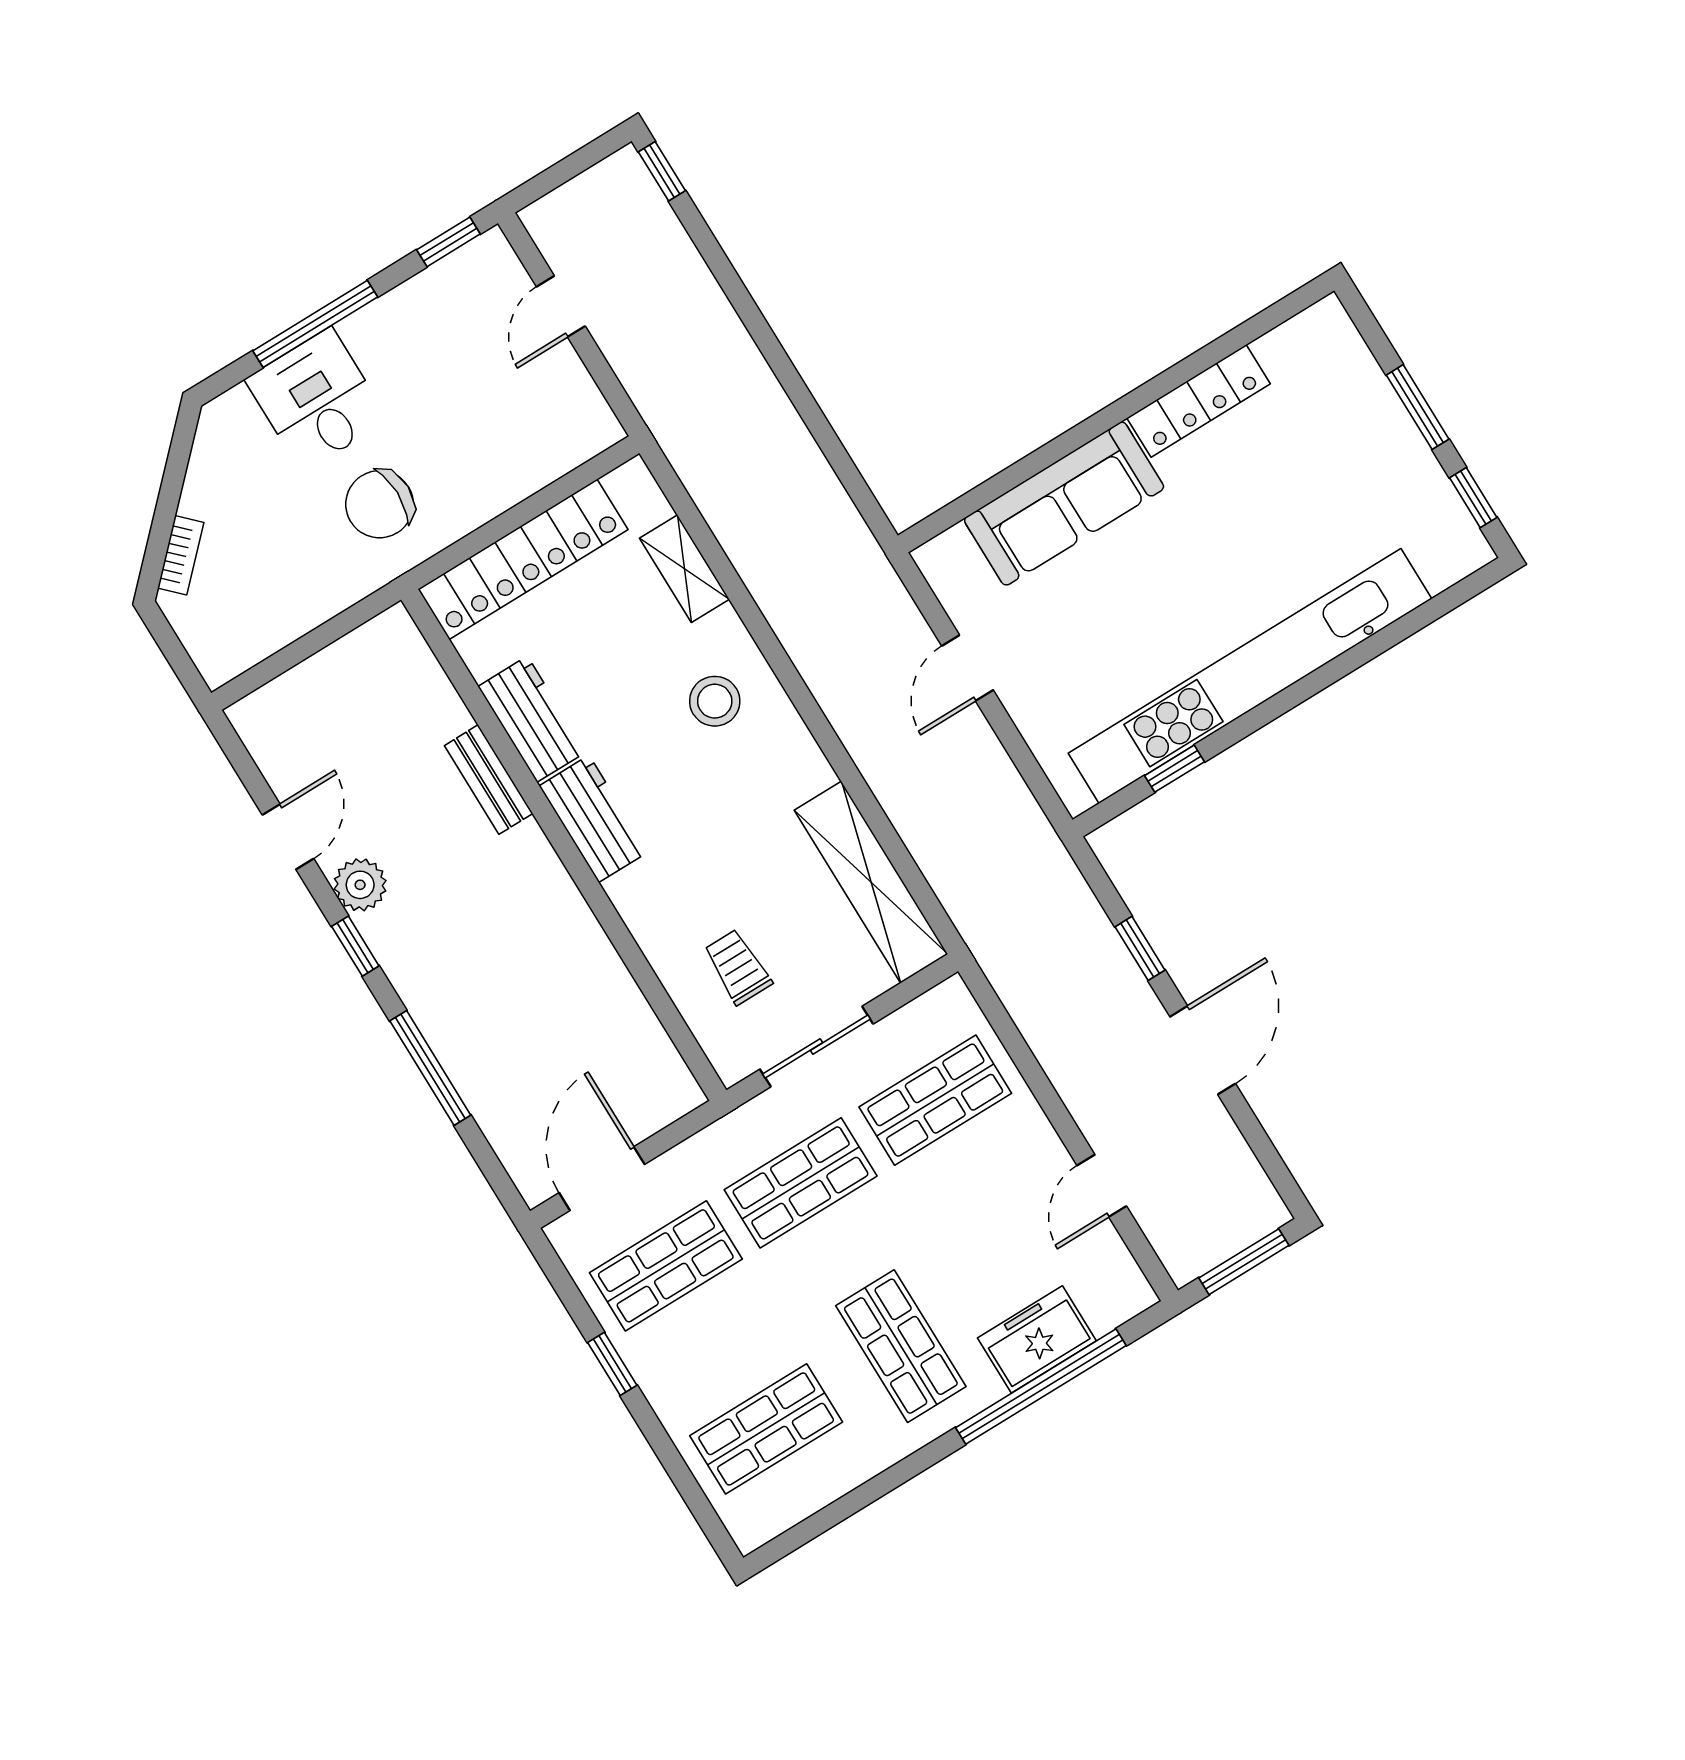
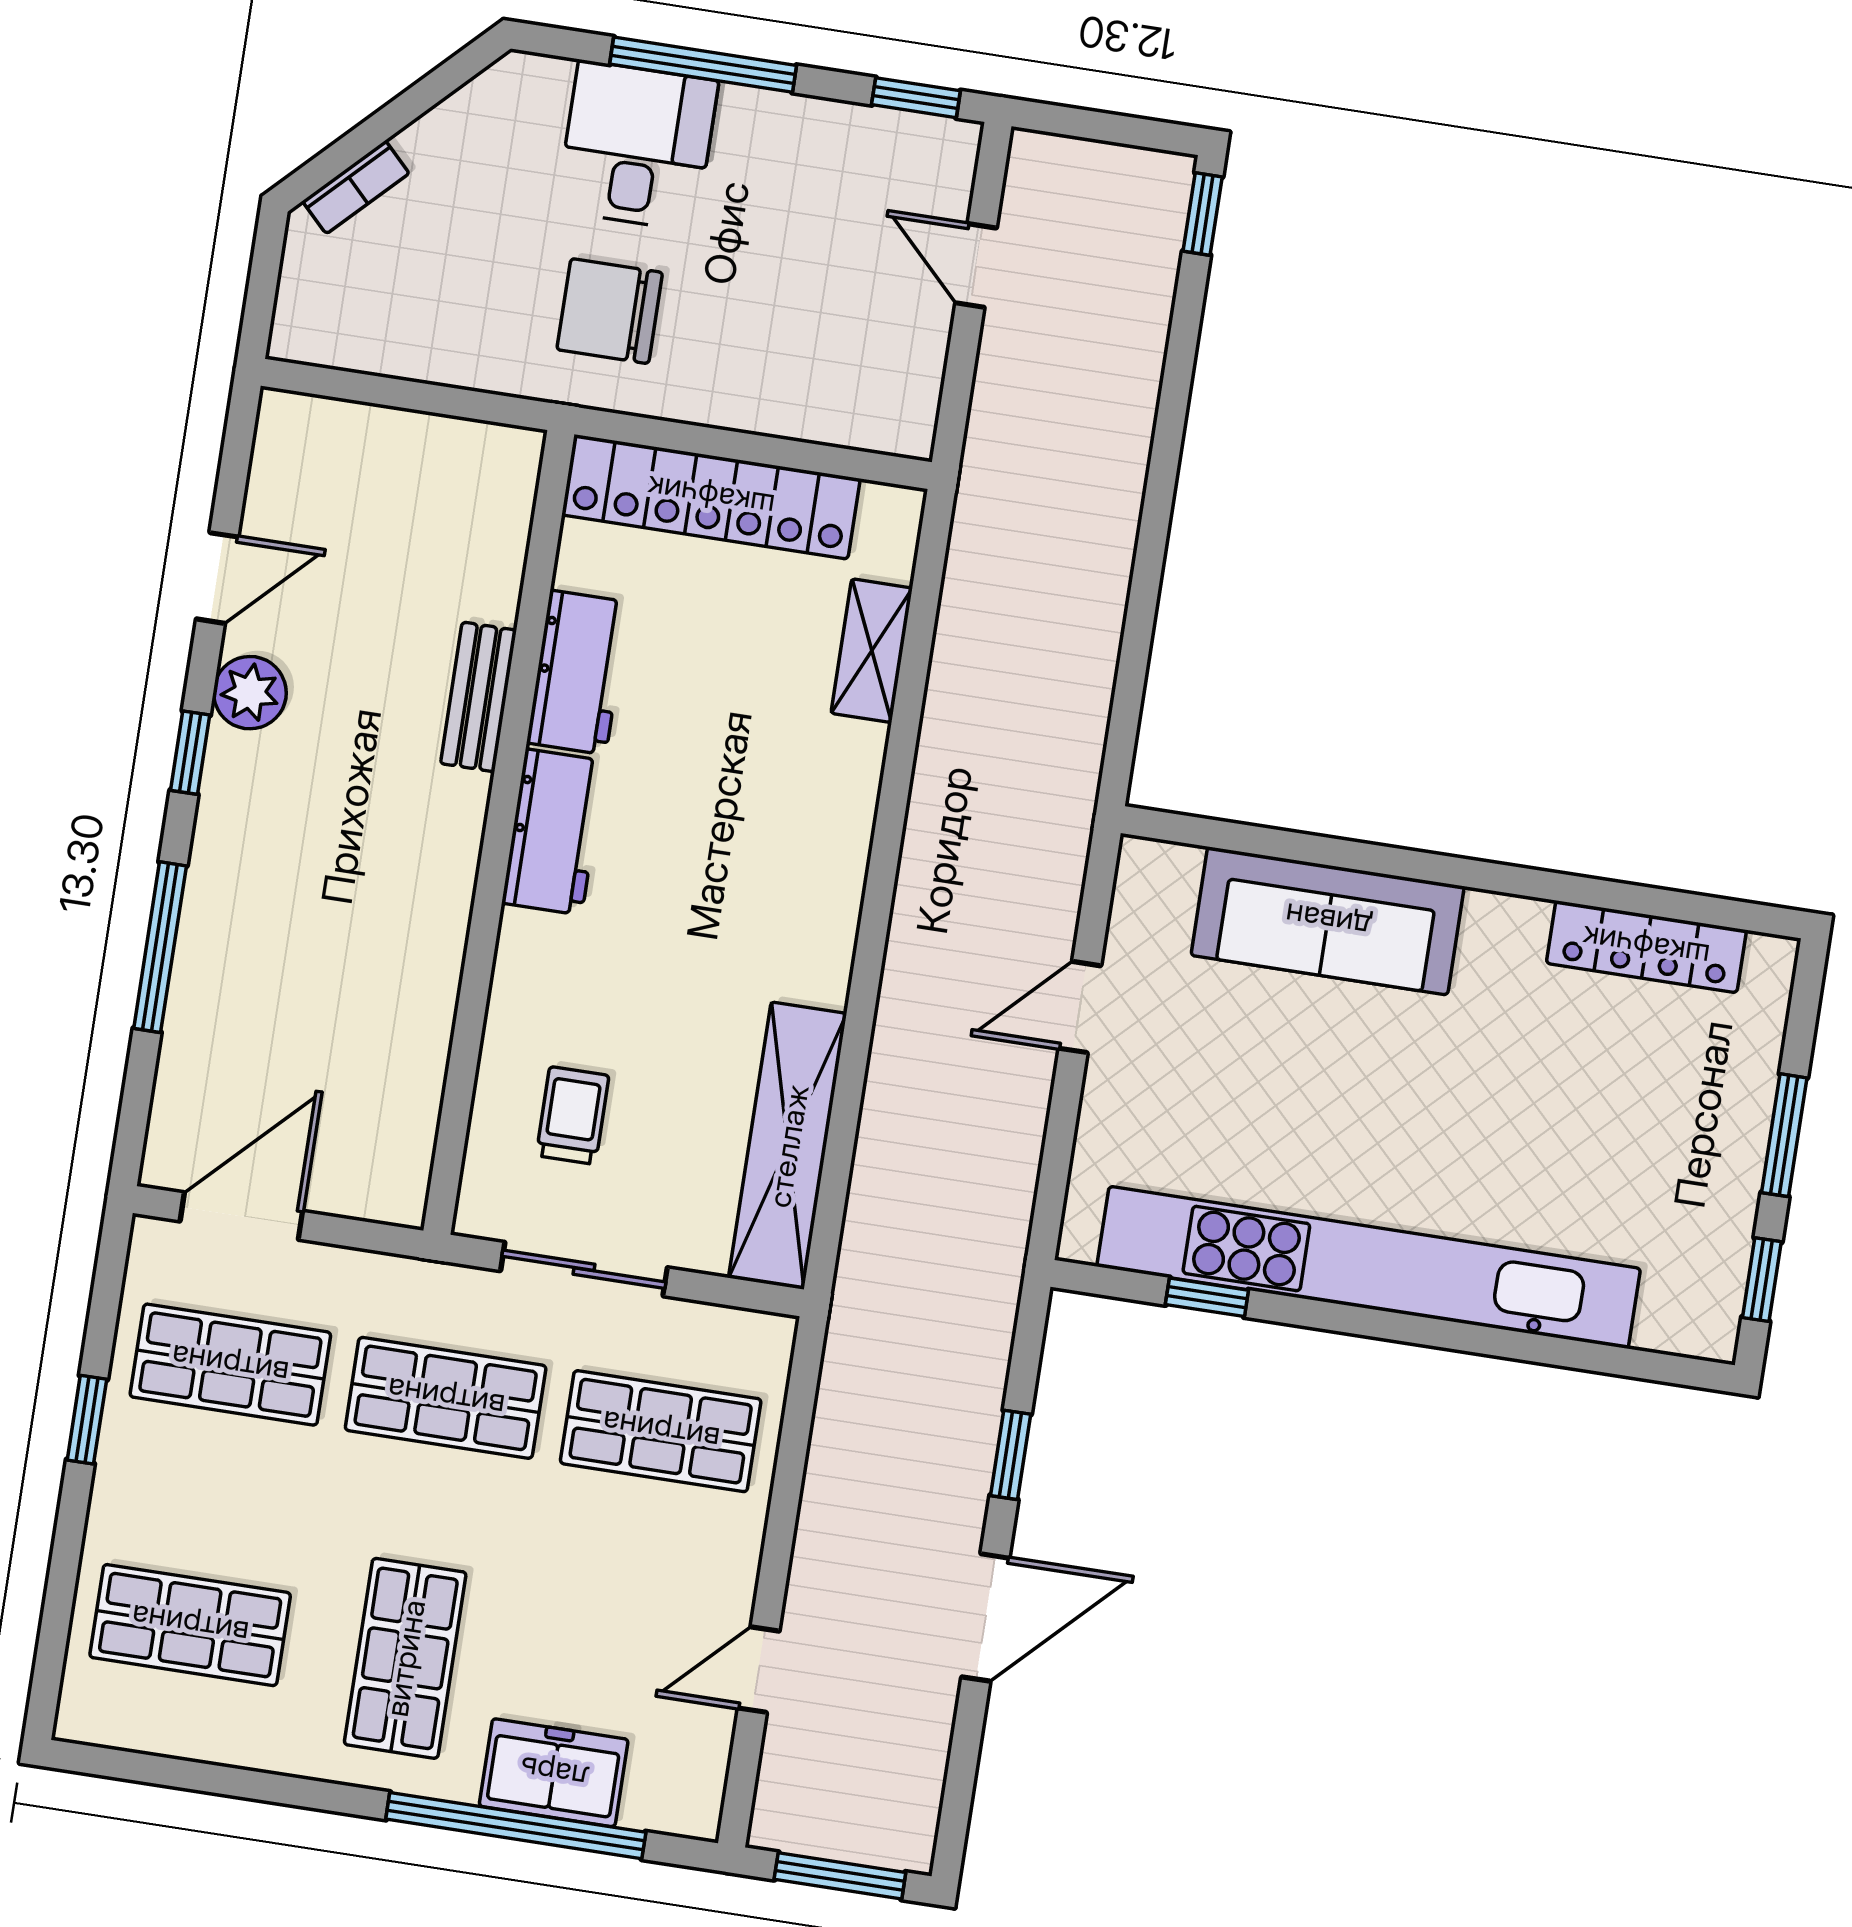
door: (561, 306) -> (976, 266), hinge flipped
locker: (1199, 401) -> (1646, 947), moved
stool: (715, 701) -> (785, 816), removed

